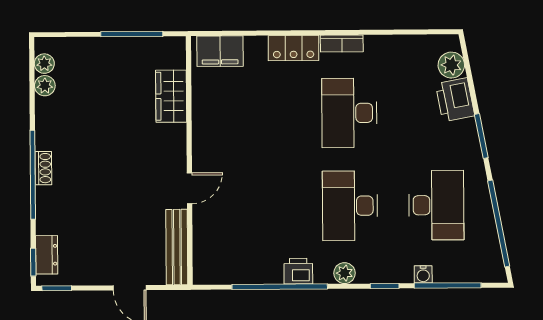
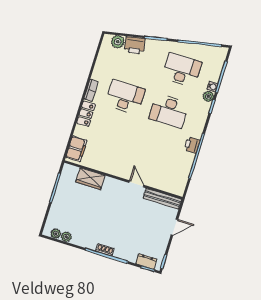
desk: (349, 113) -> (125, 97), turned 180
plant: (345, 273) -> (208, 96), moved

